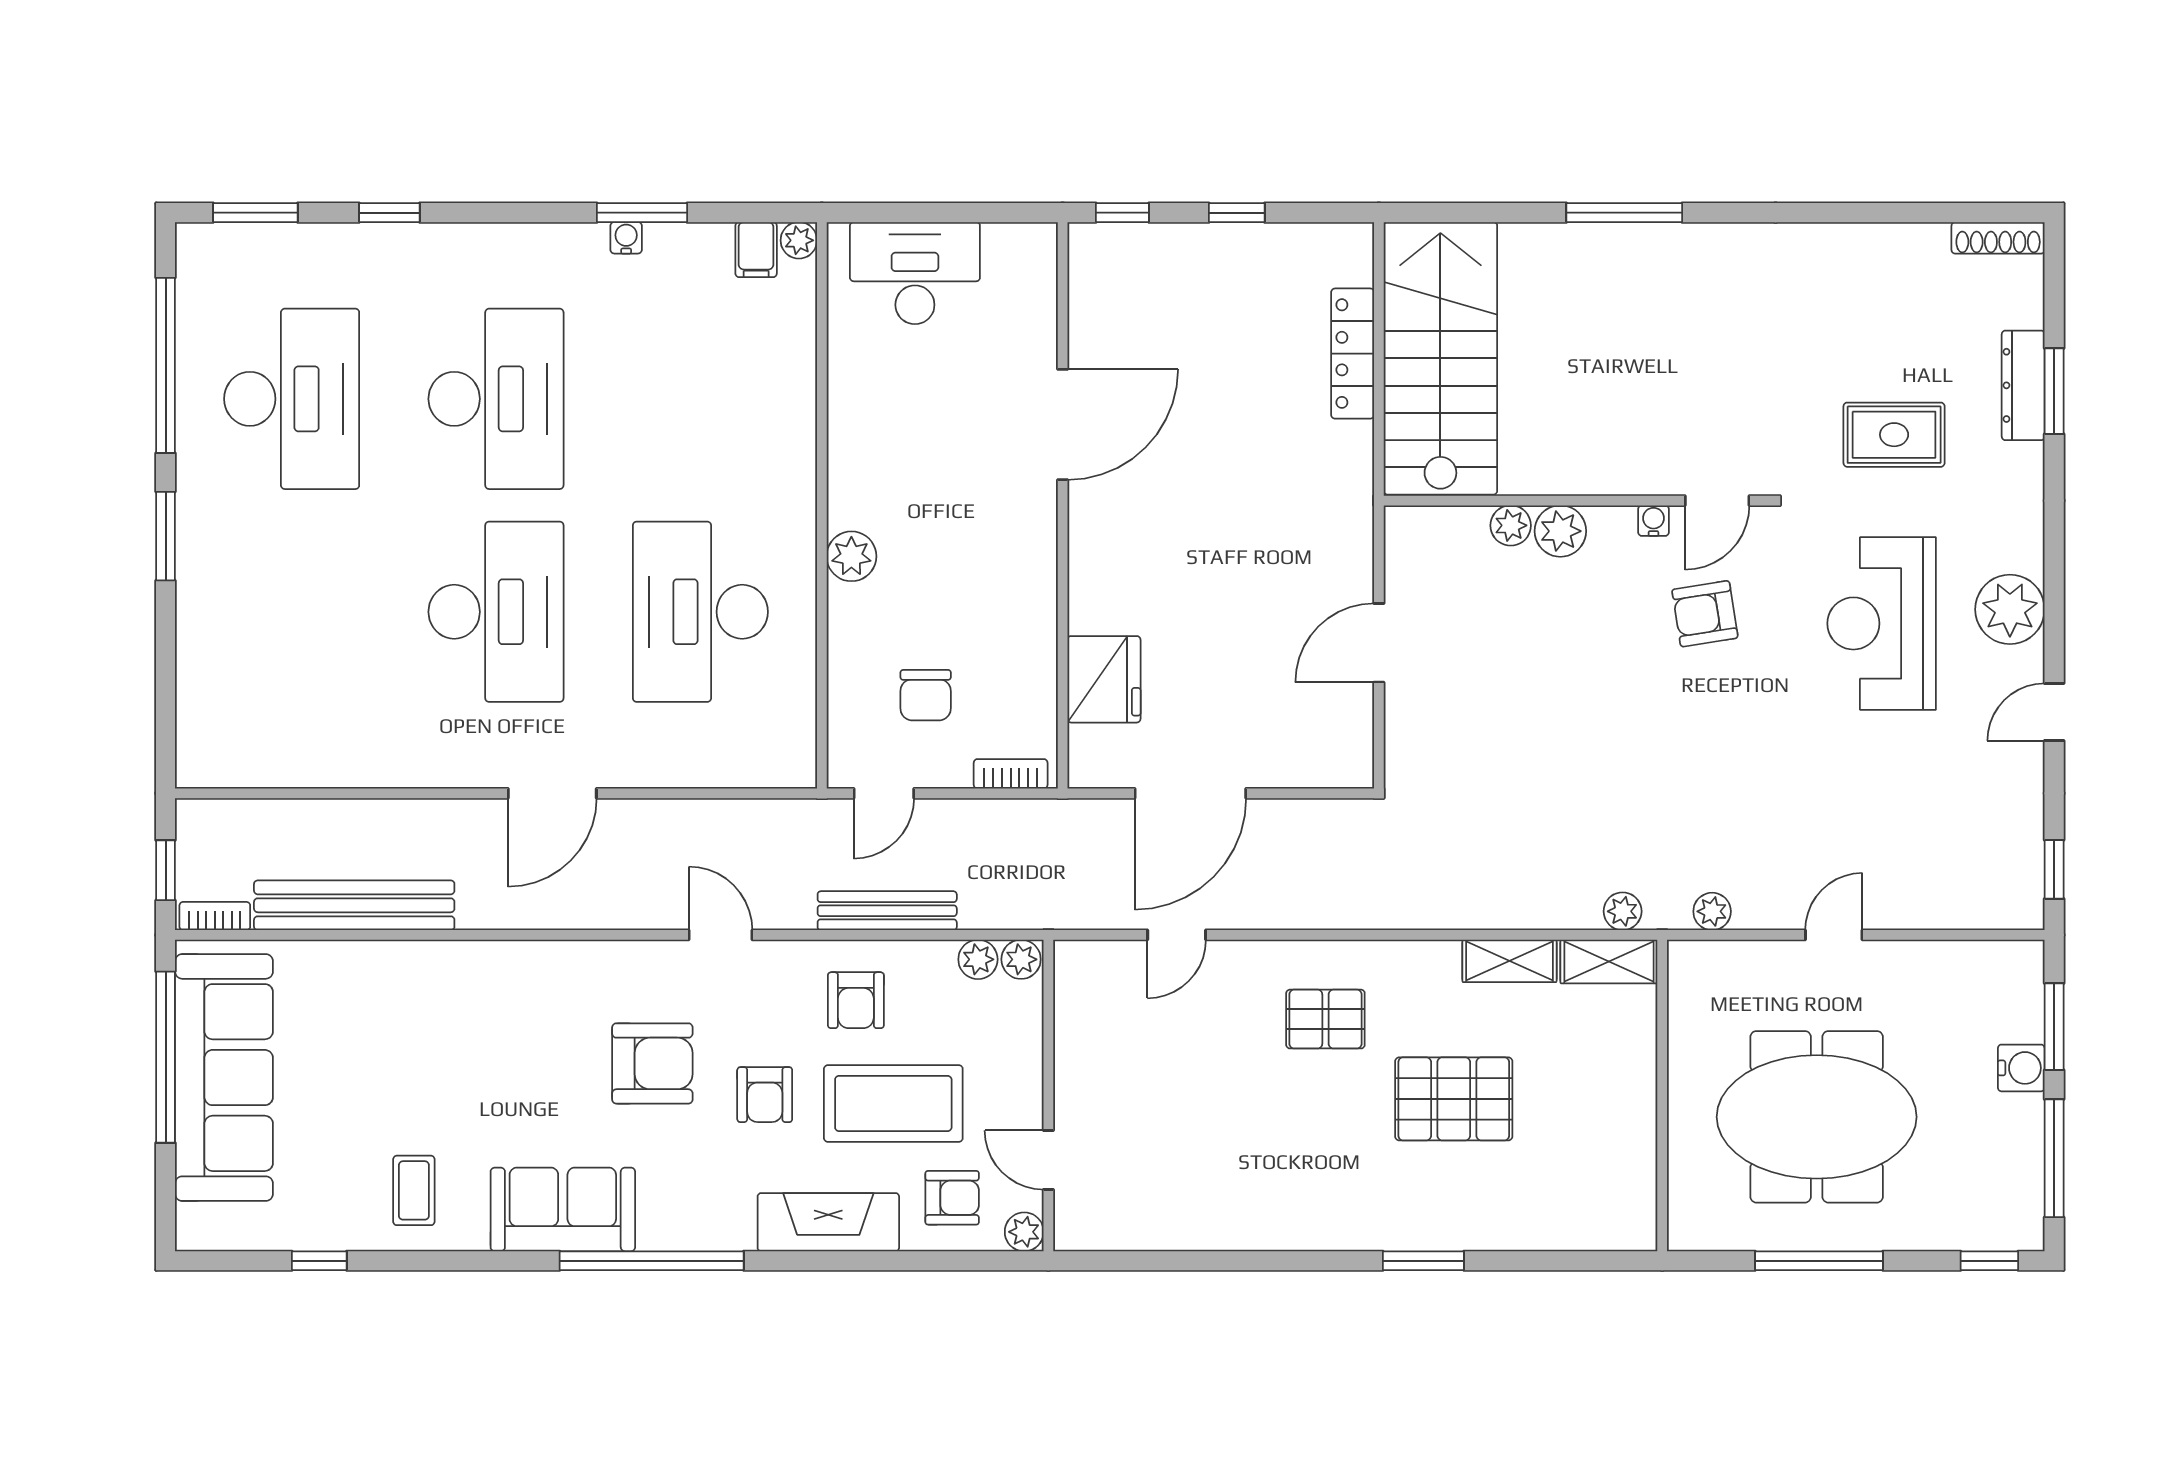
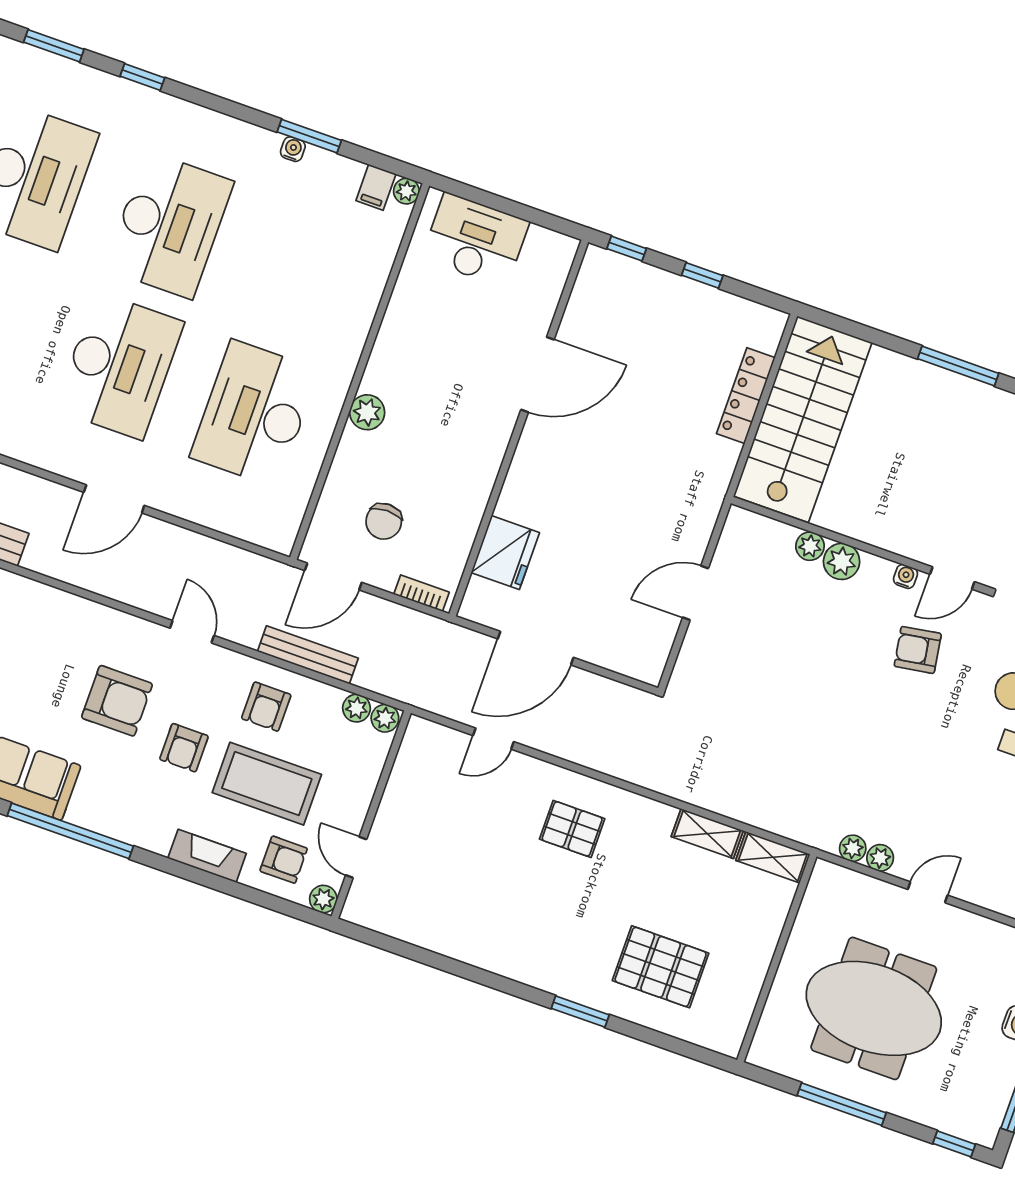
door: (884, 793) -> (333, 576), width x1.38
plant: (1623, 911) -> (880, 858), moved
pallet: (1454, 1099) -> (661, 967), moved
fireplace: (828, 1222) -> (207, 856), width x0.73, depth x0.76

